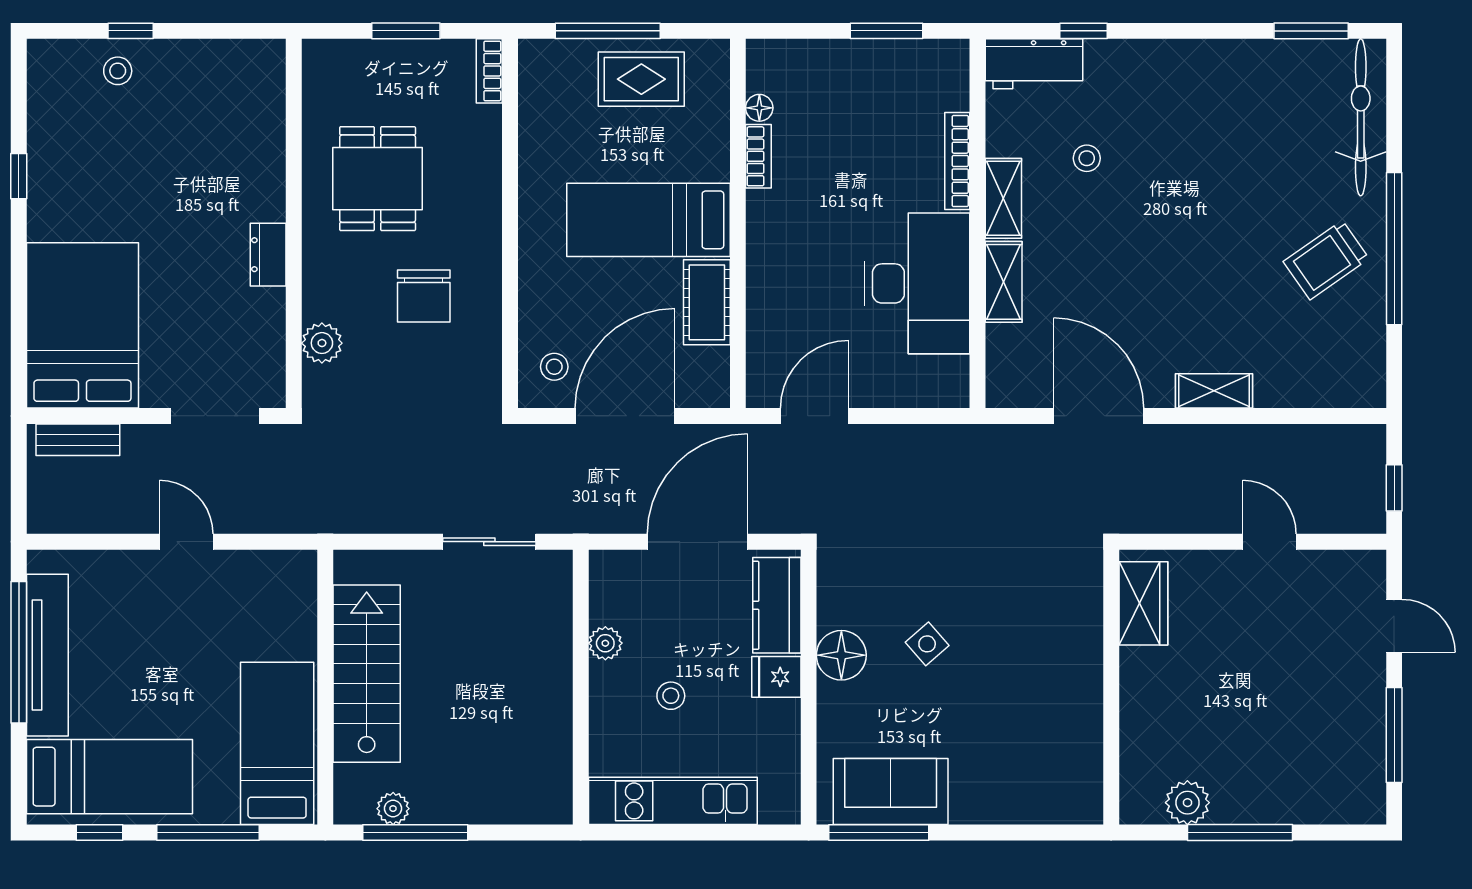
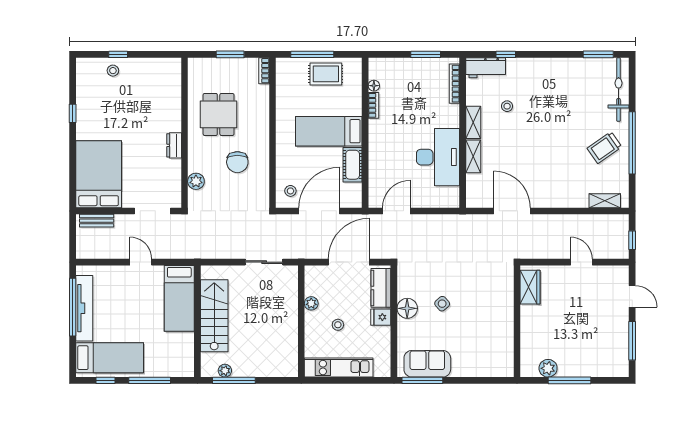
bookcase: (957, 161) -> (454, 84), moved
shelving: (1214, 391) -> (605, 201), moved
bed: (277, 743) -> (179, 298), moved, turned 180

